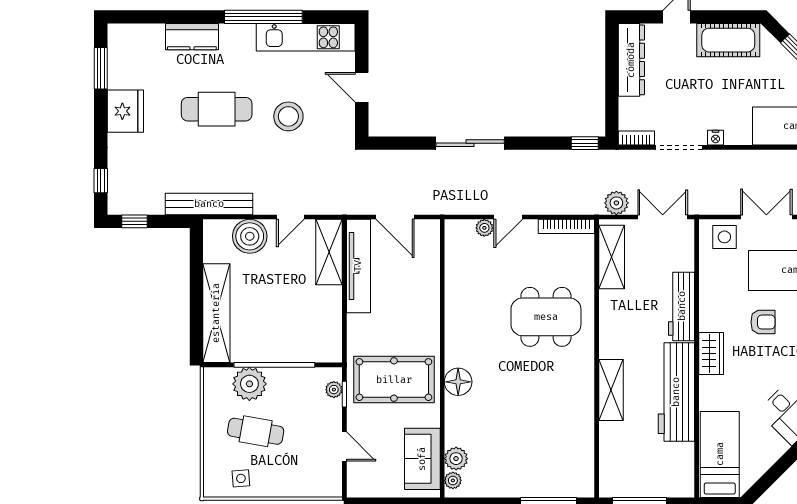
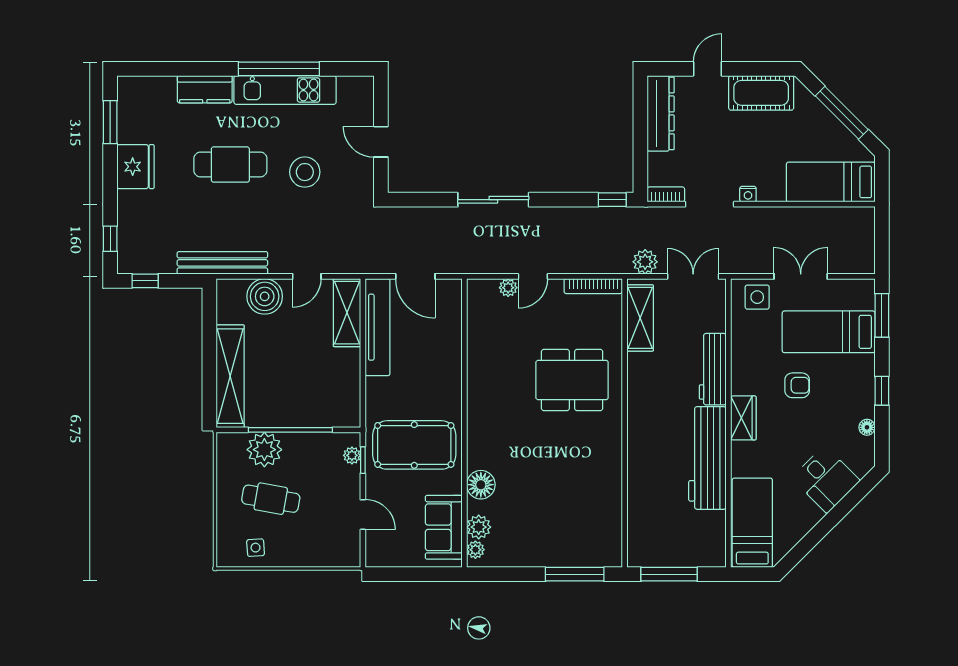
kitchen unit: (306, 37) -> (285, 90), moved
floor lamp: (458, 382) -> (481, 485), moved
shelving: (611, 390) -> (640, 456), removed

